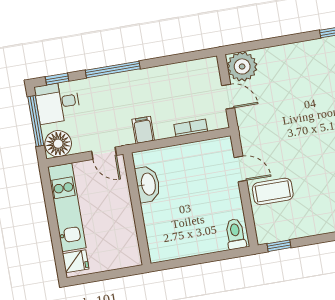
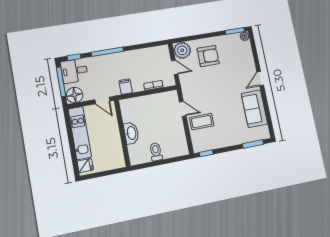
armchair: (288, 77) -> (208, 56), added
washbasin: (148, 184) -> (131, 133), moved
toilet: (235, 234) -> (156, 152), moved

